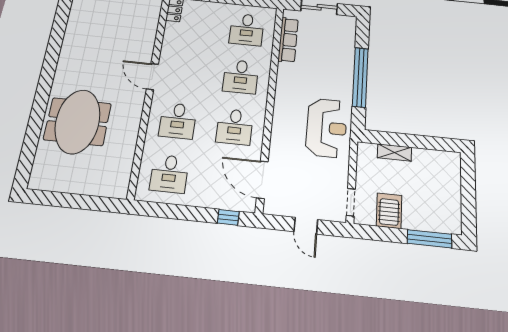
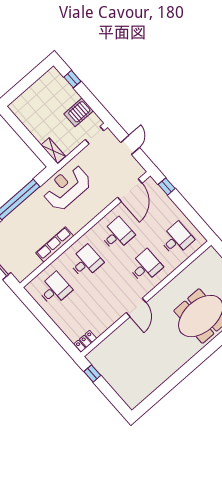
row of seats: (288, 40) -> (55, 244), moved
shelving: (394, 153) -> (53, 151), moved
window: (430, 239) -> (72, 79), width x0.46

